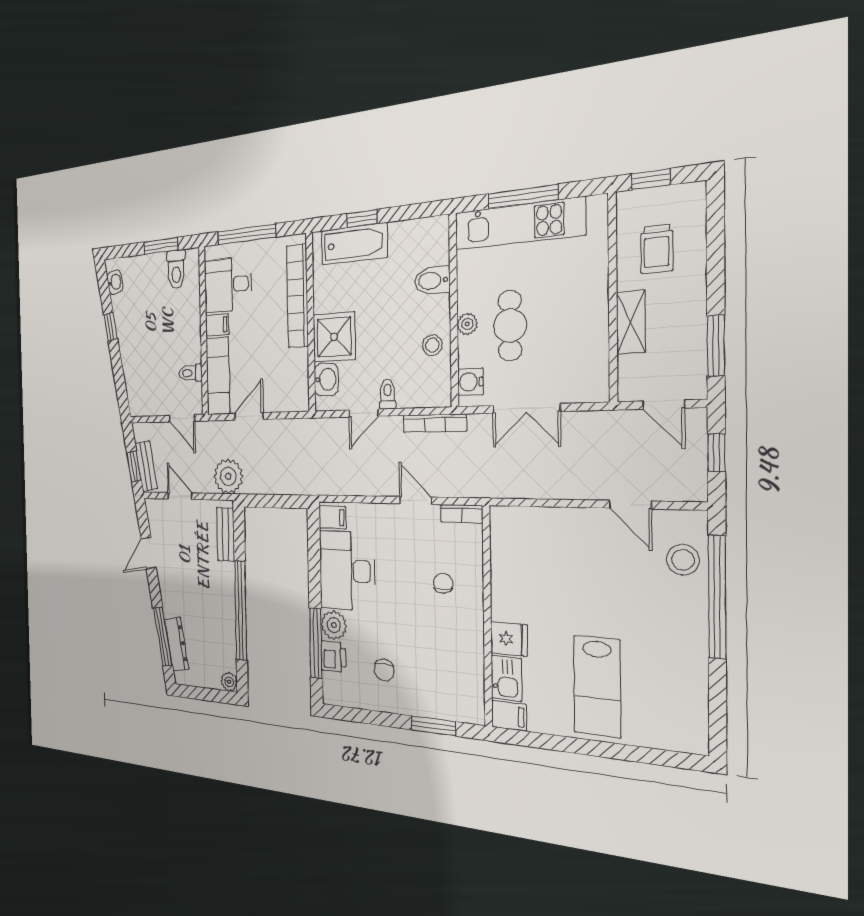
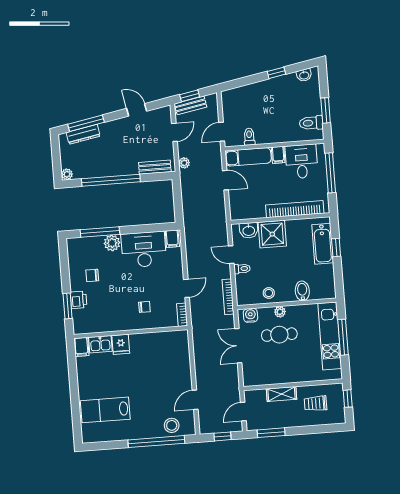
plant: (228, 476) -> (184, 163), width x0.53, depth x0.53
printer: (334, 657) -> (79, 300), moved, turned -90
lab bench: (597, 686) -> (105, 410), moved

